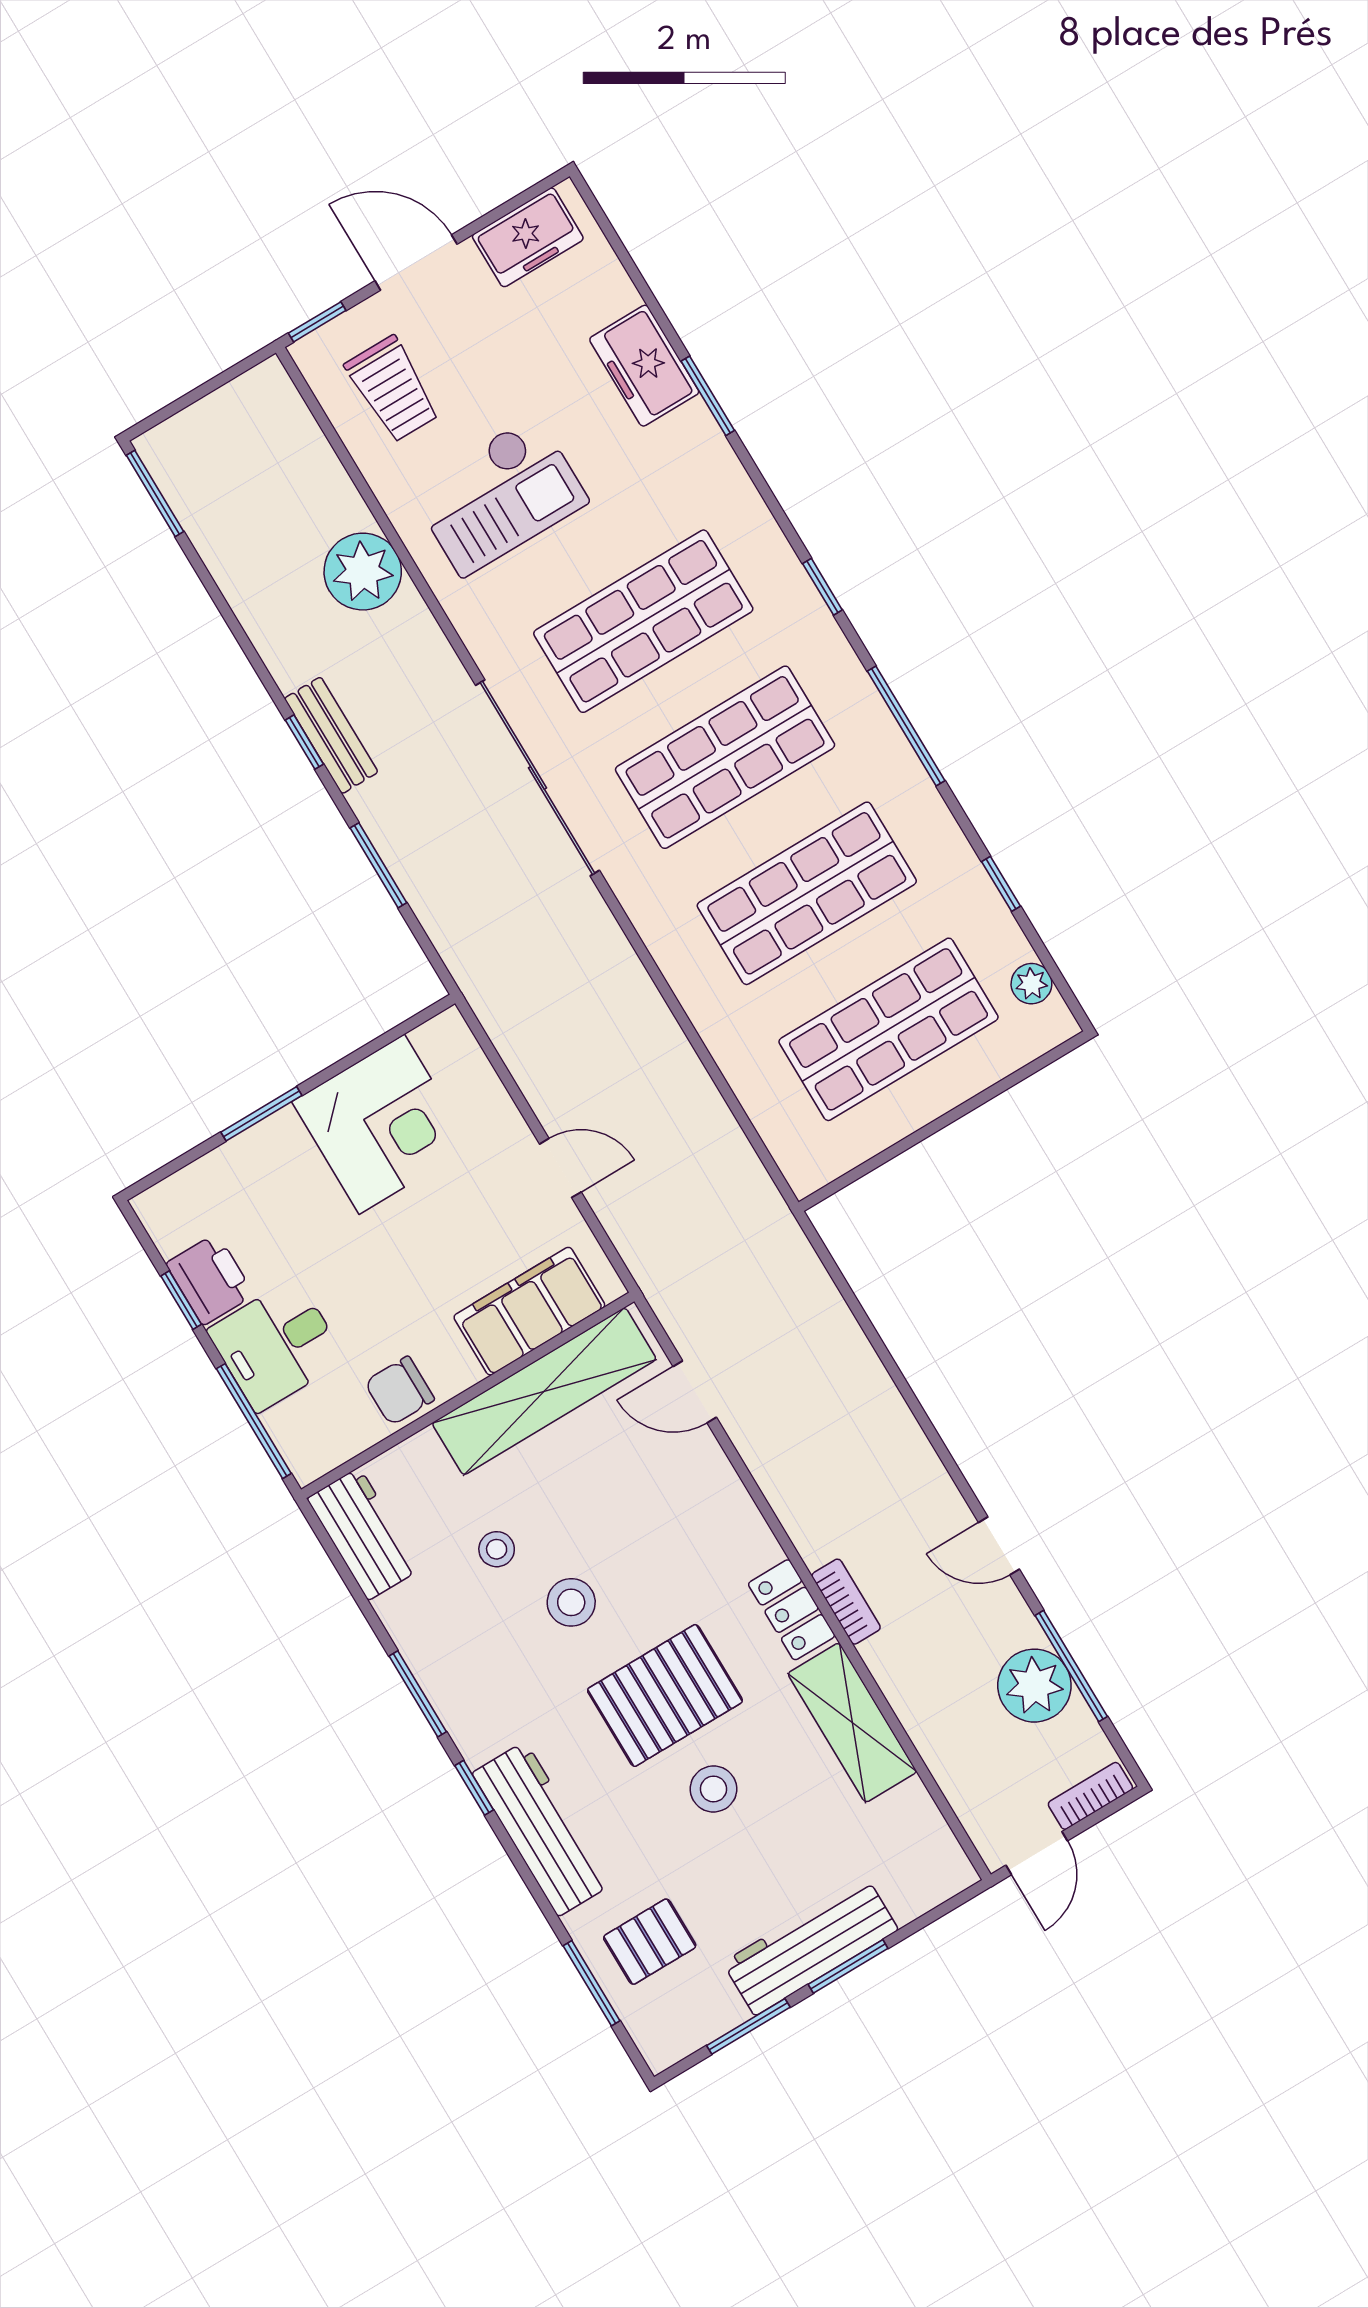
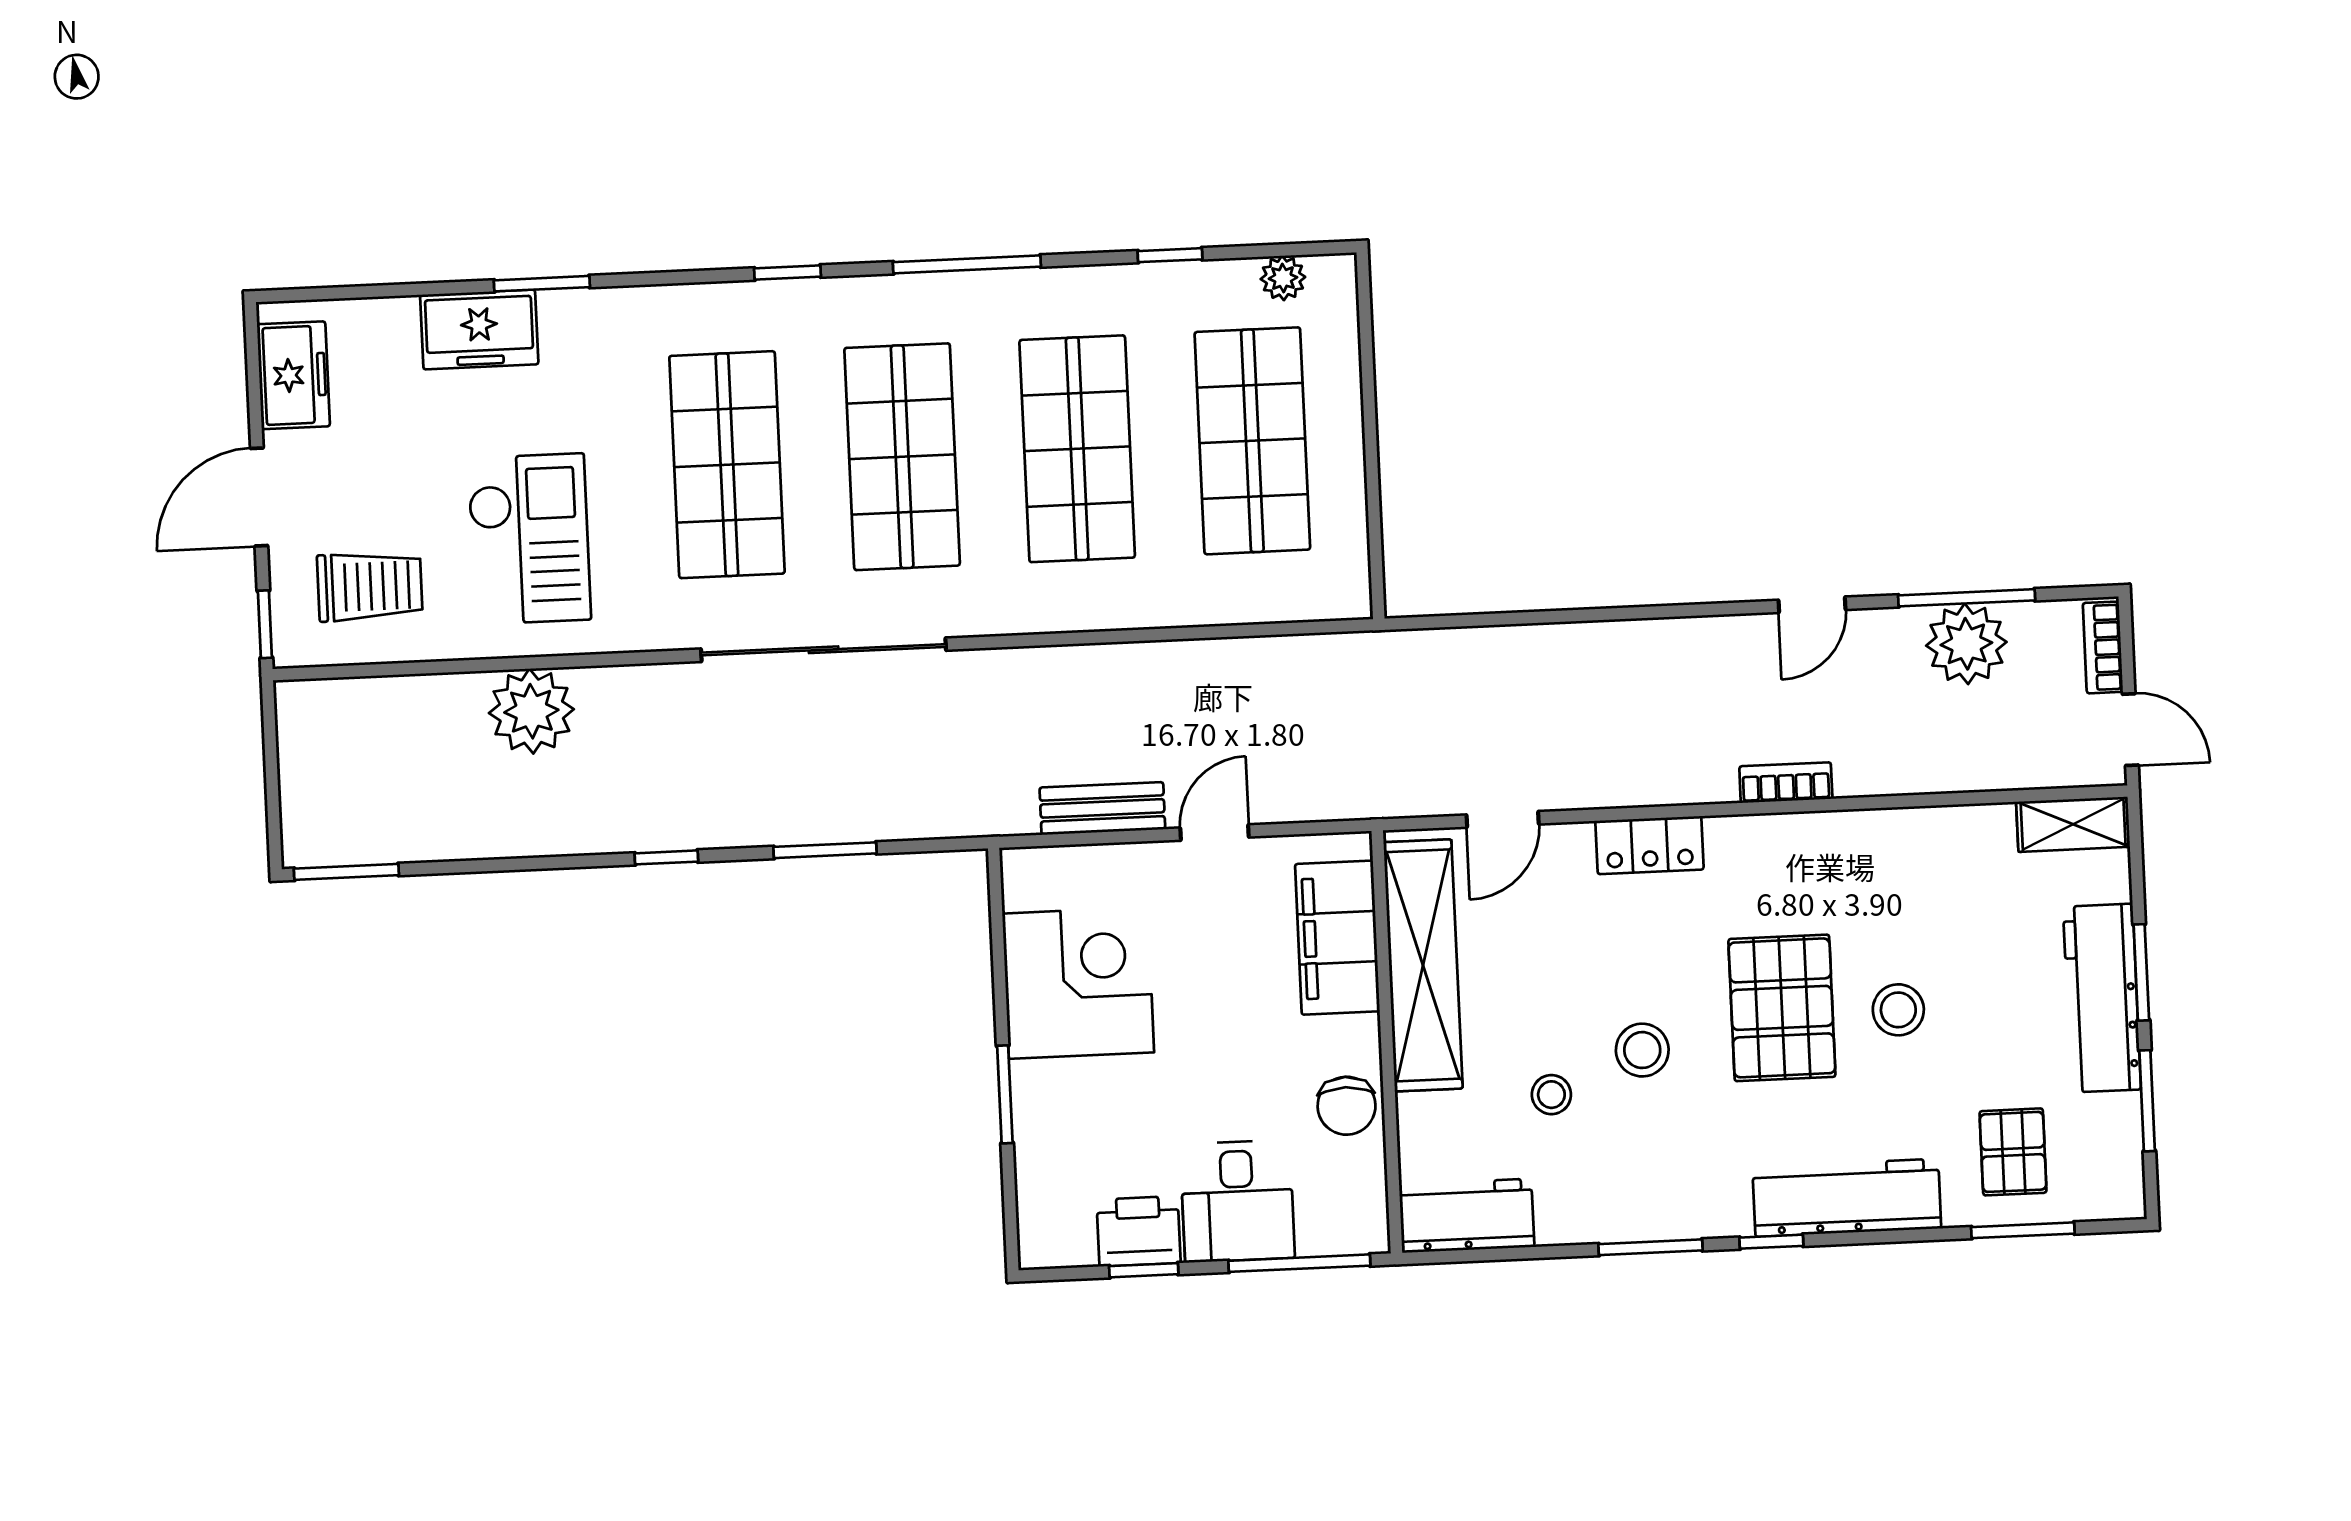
bench: (331, 735) -> (1102, 808), moved
locker: (792, 1610) -> (1649, 845), moved
shelving: (852, 1723) -> (2073, 824), moved, width x0.67, depth x0.75

